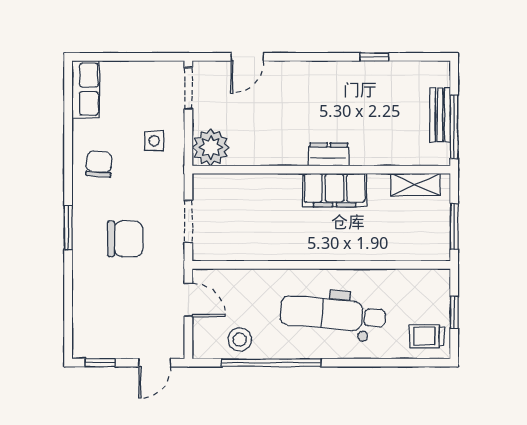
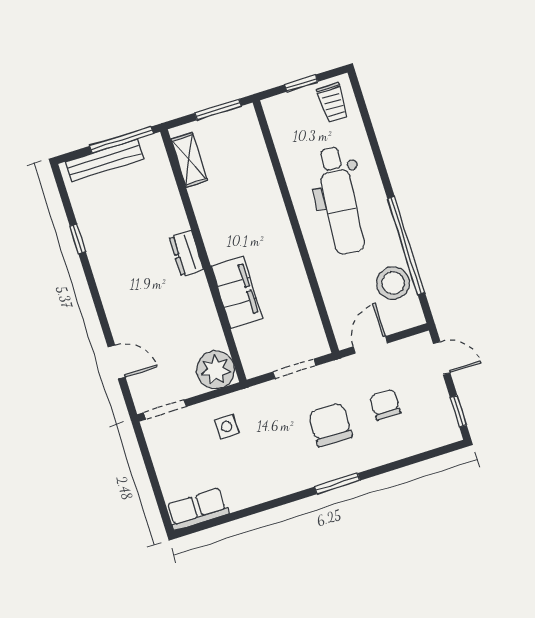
bench: (440, 115) -> (104, 160), width x1.36
chair: (99, 164) -> (385, 405), moved, turned 86
filing cabinet: (335, 190) -> (237, 292), moved
stool: (240, 339) -> (393, 283), width x1.38, depth x1.38

